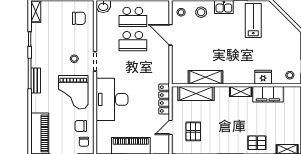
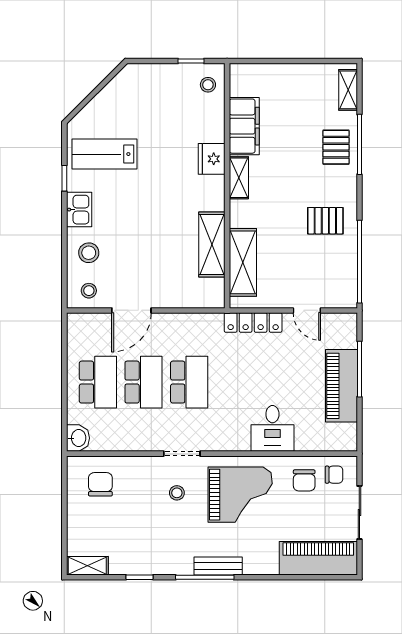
school desk: (133, 65) -> (189, 382), added
fridge: (263, 77) -> (212, 159), moved
desk: (112, 99) -> (272, 428), width x0.53, depth x0.77
pallet: (193, 131) -> (325, 221), moved

